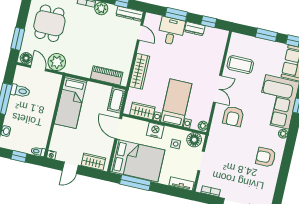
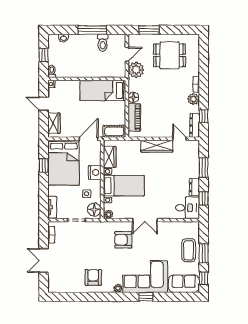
desk: (171, 31) -> (187, 208), moved
door: (140, 33) -> (180, 139), swing flipped
floor lamp: (26, 58) -> (133, 97), moved
coffee table: (240, 65) -> (189, 250), moved
wardrobe: (139, 71) -> (157, 146), moved
window: (135, 183) -> (44, 165), width x0.46

